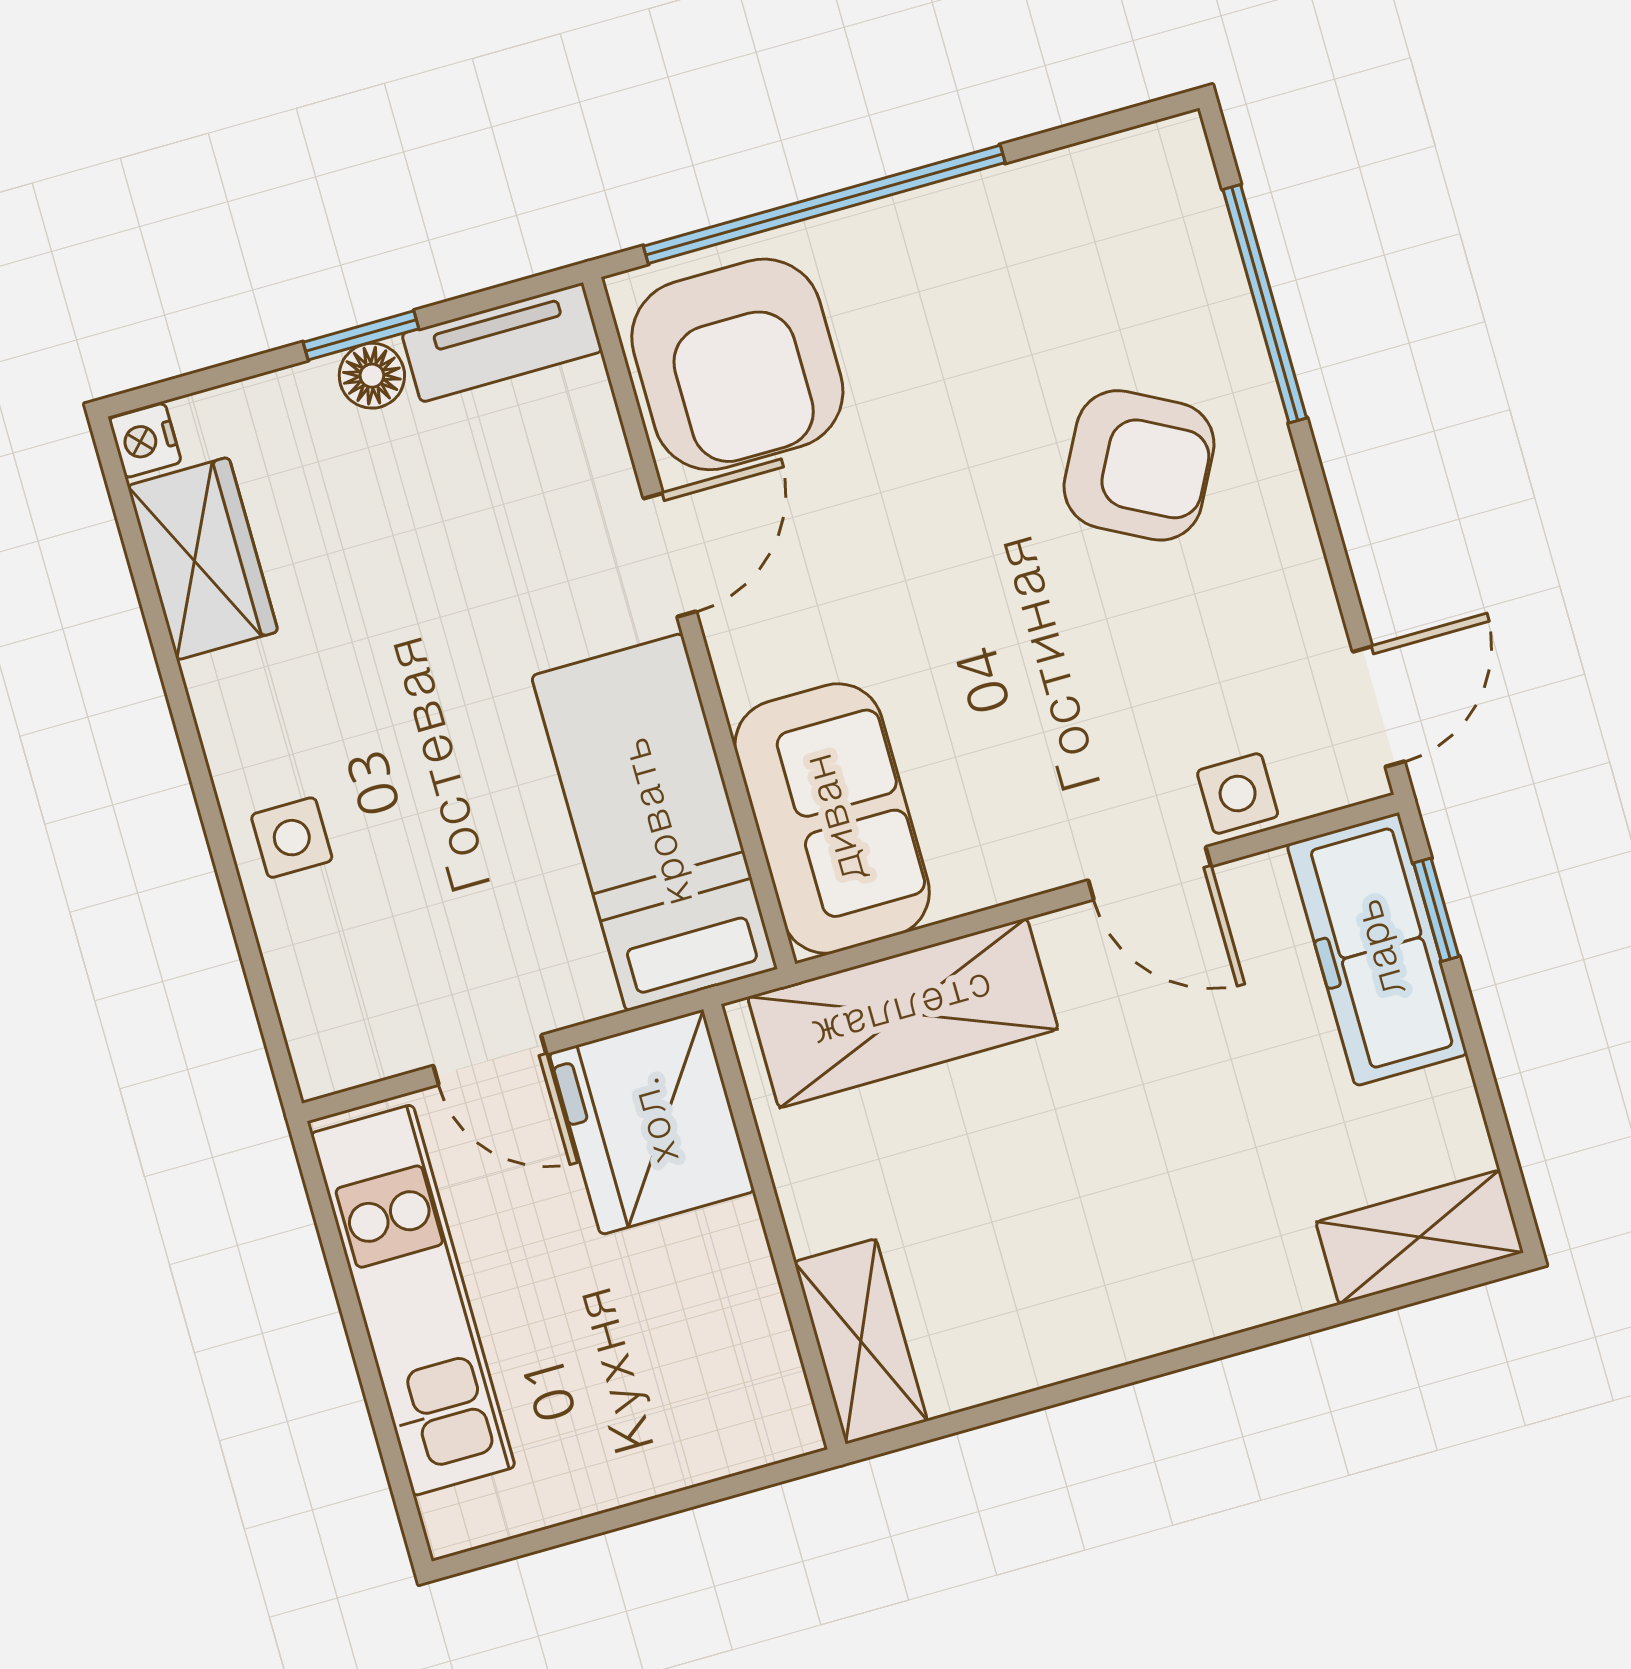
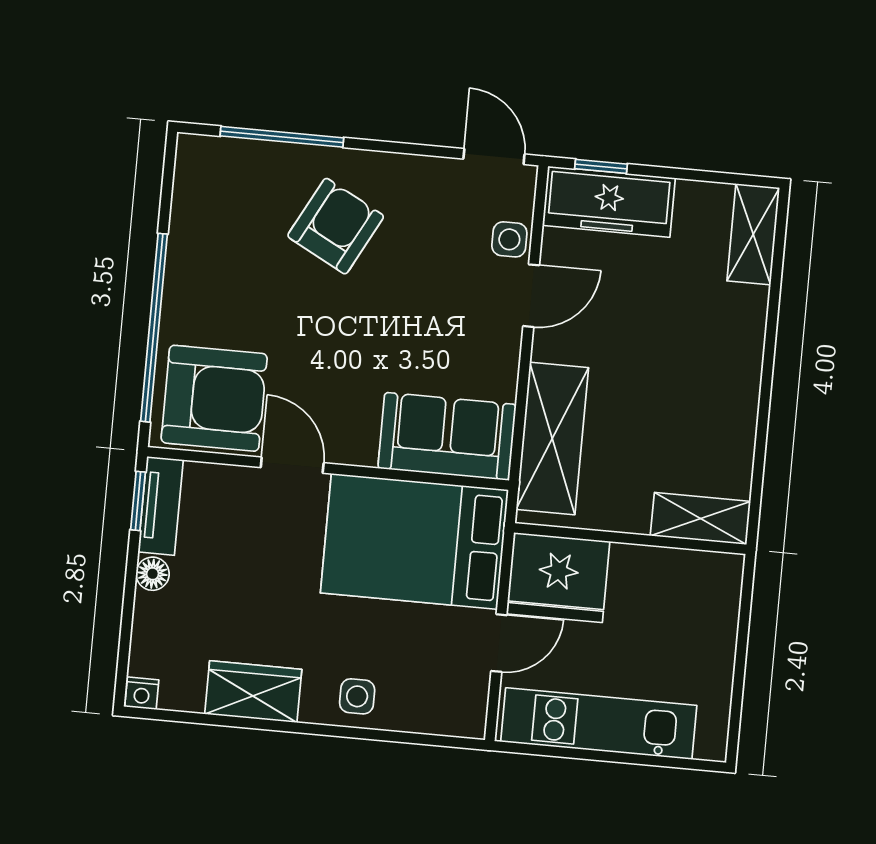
window: (361, 335) -> (138, 501), moved
wardrobe: (203, 559) -> (253, 692), moved
bed: (654, 822) -> (414, 541), width x1.50

